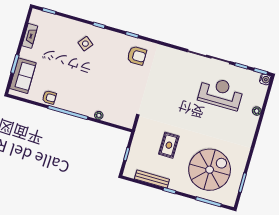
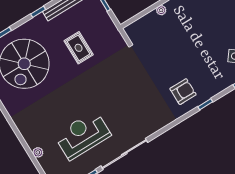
armchair: (137, 56) -> (183, 92), turned 180
reception desk: (221, 93) -> (83, 135), turned 180

